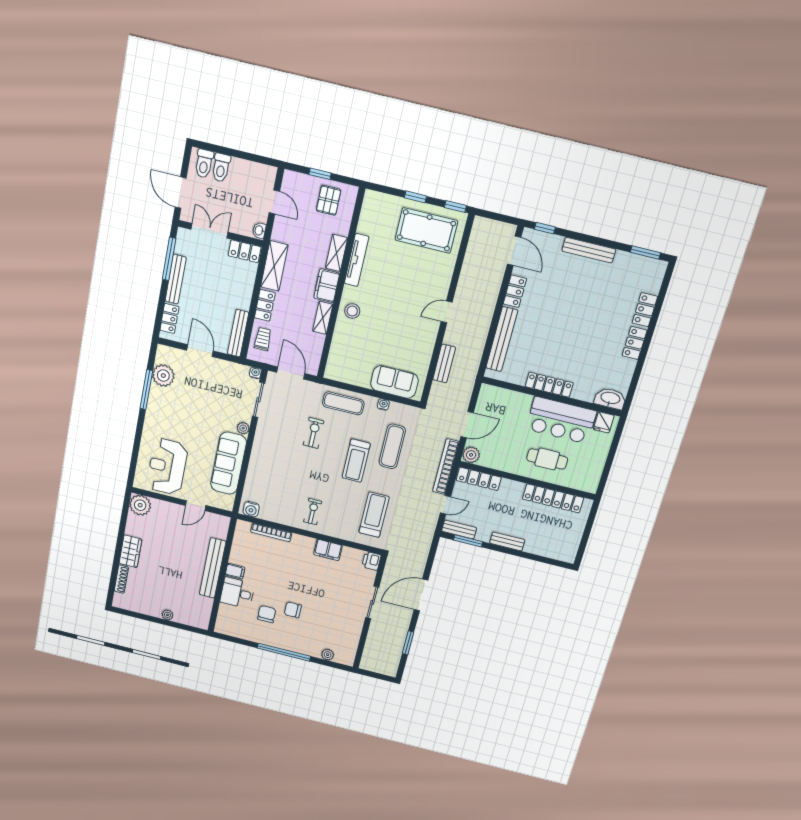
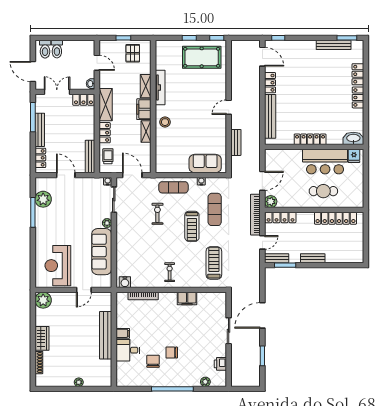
bench: (589, 250) -> (334, 45), moved
printer: (371, 561) -> (220, 364), moved

